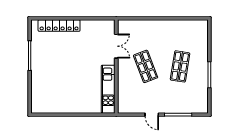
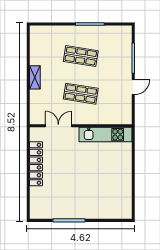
shelving: (160, 24) -> (35, 77), added
locker: (59, 26) -> (36, 164), moved
shop shelf: (146, 66) -> (81, 94), turned 30

